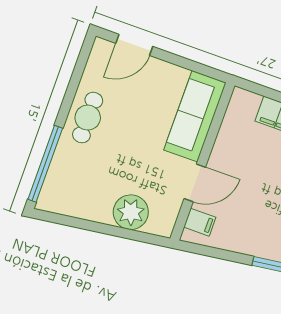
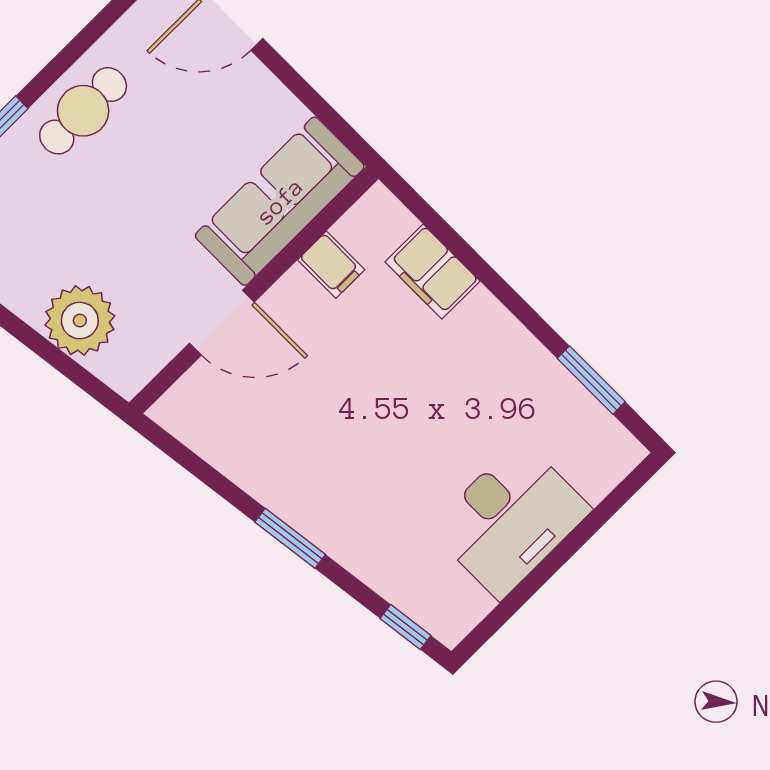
filing cabinet: (200, 222) -> (331, 265), moved

